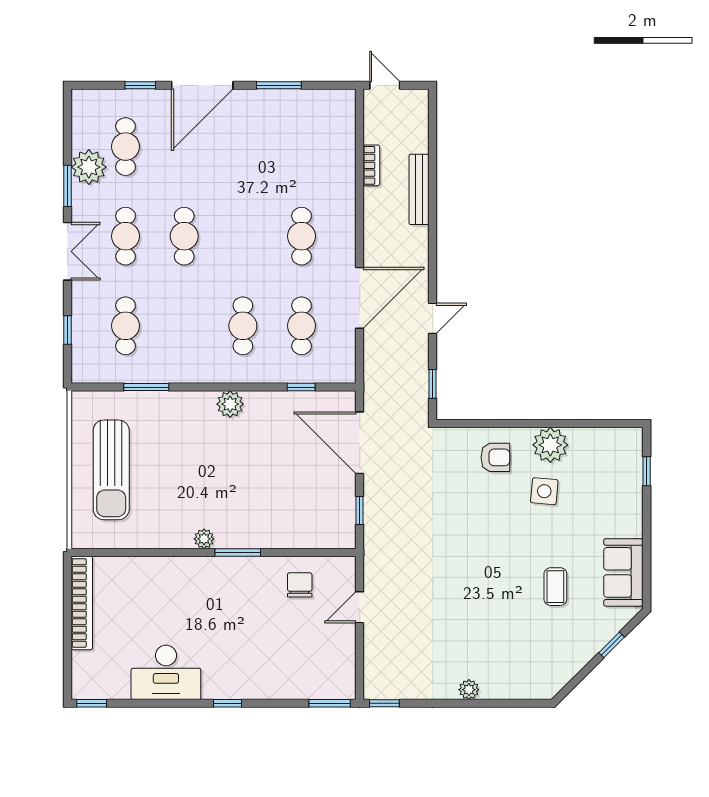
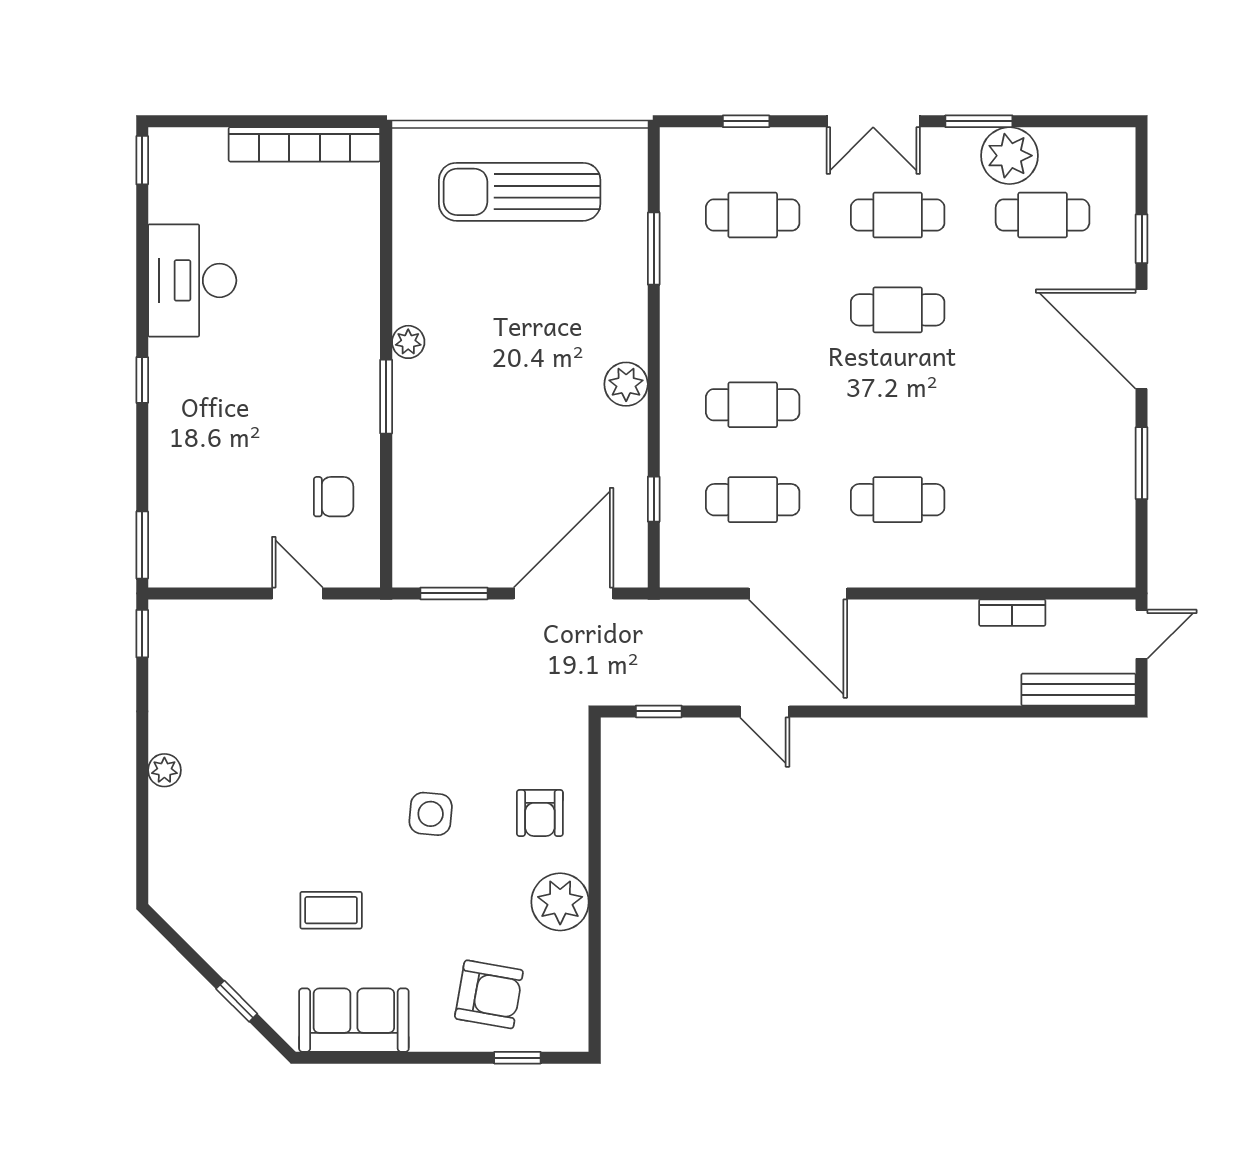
bench: (419, 189) -> (1079, 690), moved
armchair: (607, 489) -> (489, 994), added
side table: (544, 491) -> (431, 814), moved
window: (360, 511) -> (454, 593), width x1.50

